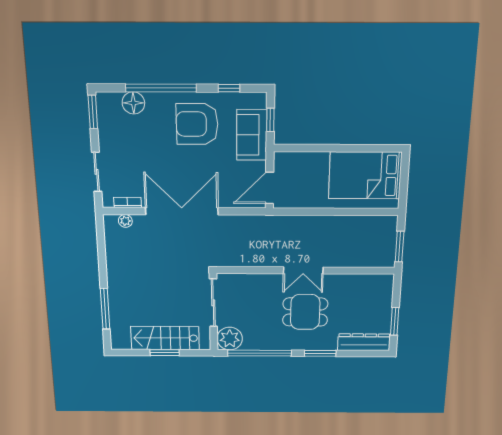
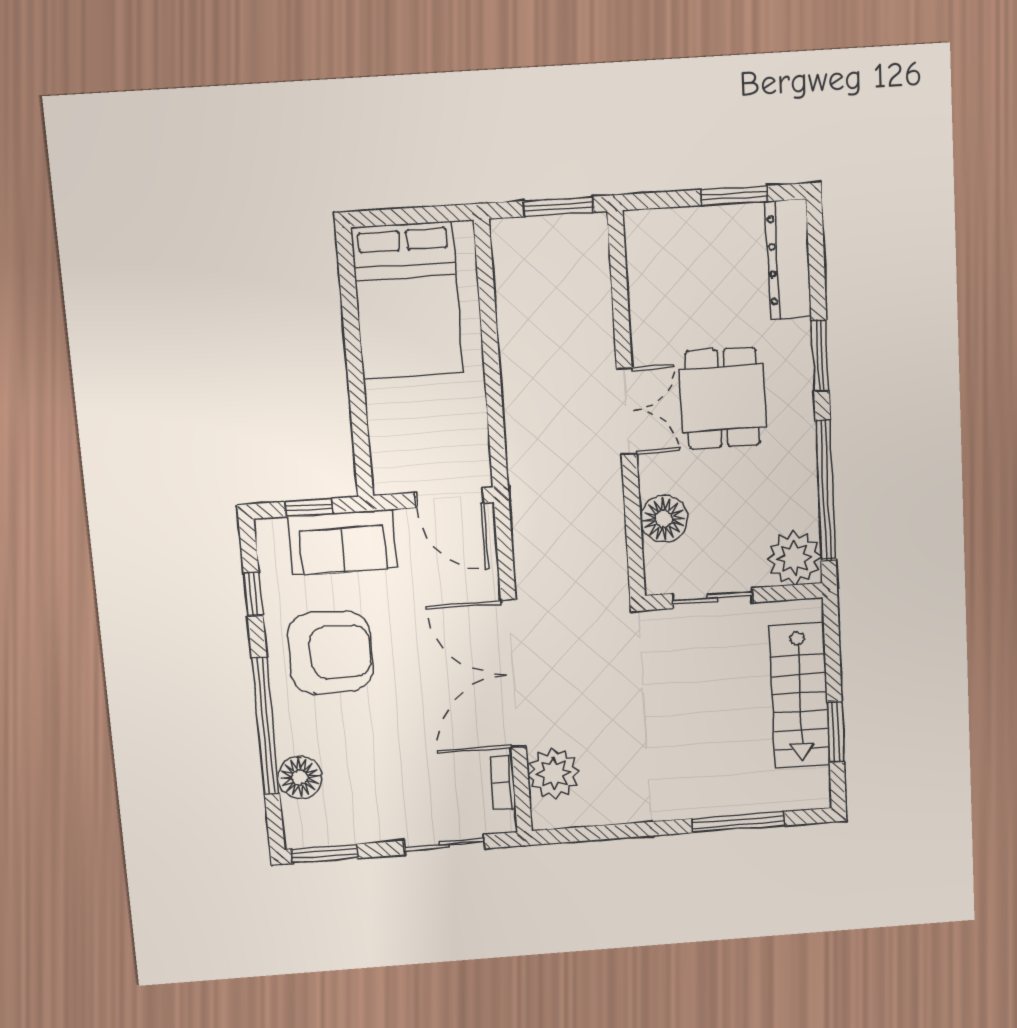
armchair: (197, 124) -> (330, 652), turned -90
plant: (125, 221) -> (554, 773), width x1.88, depth x1.88
floor lamp: (252, 284) -> (664, 519), added
sliding door: (213, 303) -> (712, 598), width x0.73
window: (165, 353) -> (836, 732), moved

